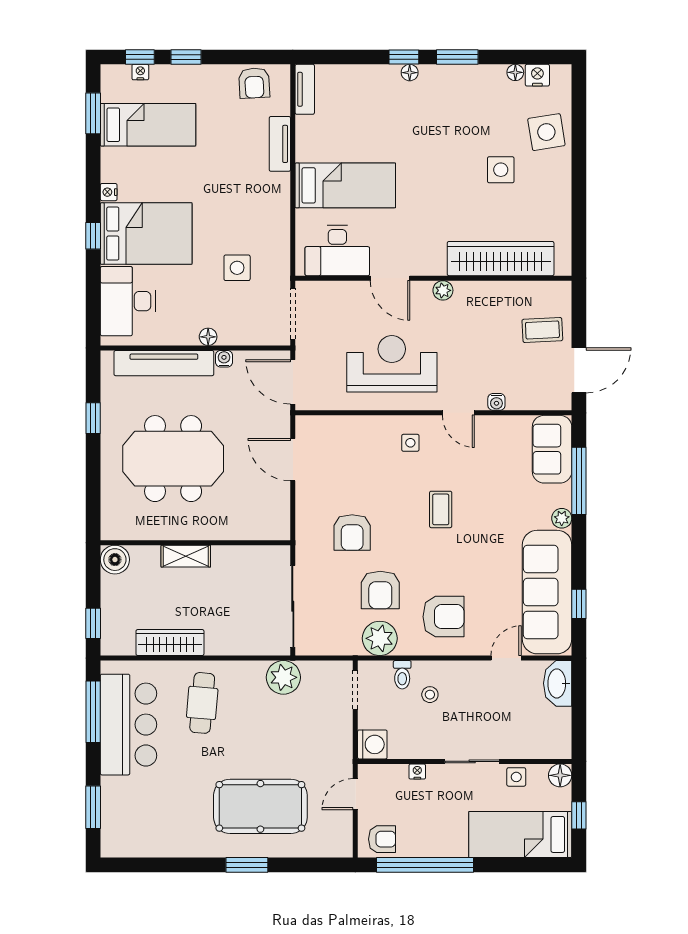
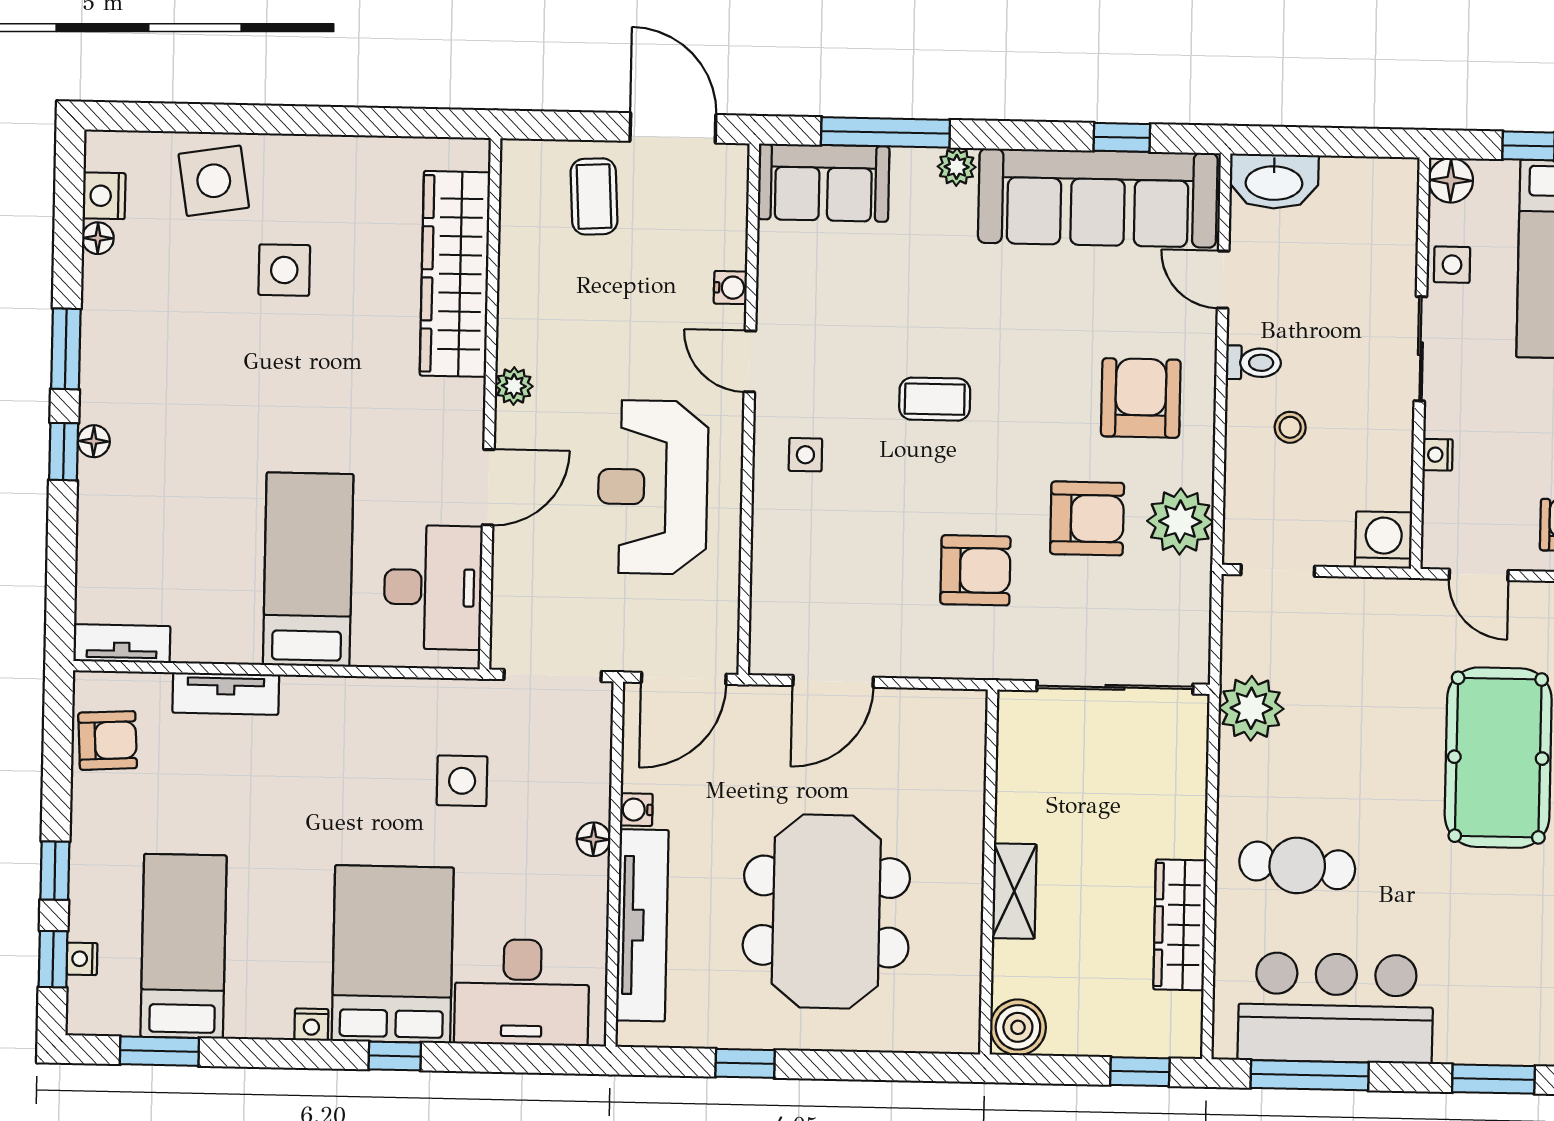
door: (458, 413) -> (750, 361), swing flipped
toilet: (402, 675) -> (1253, 363), moved

